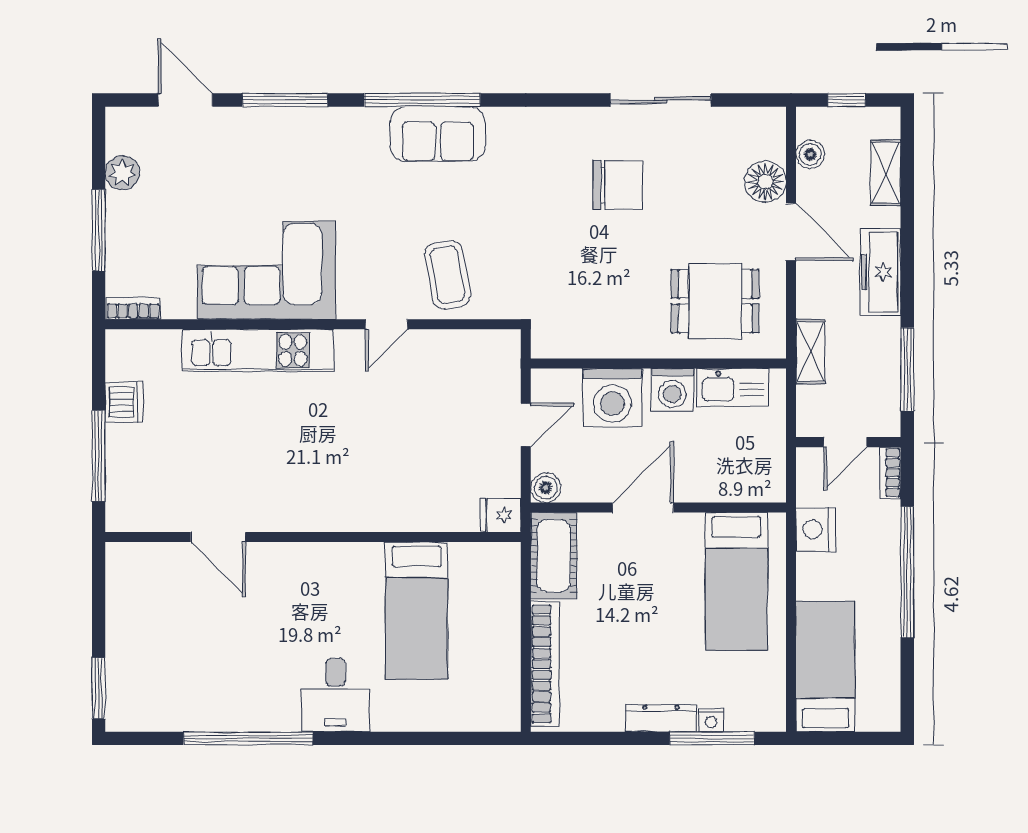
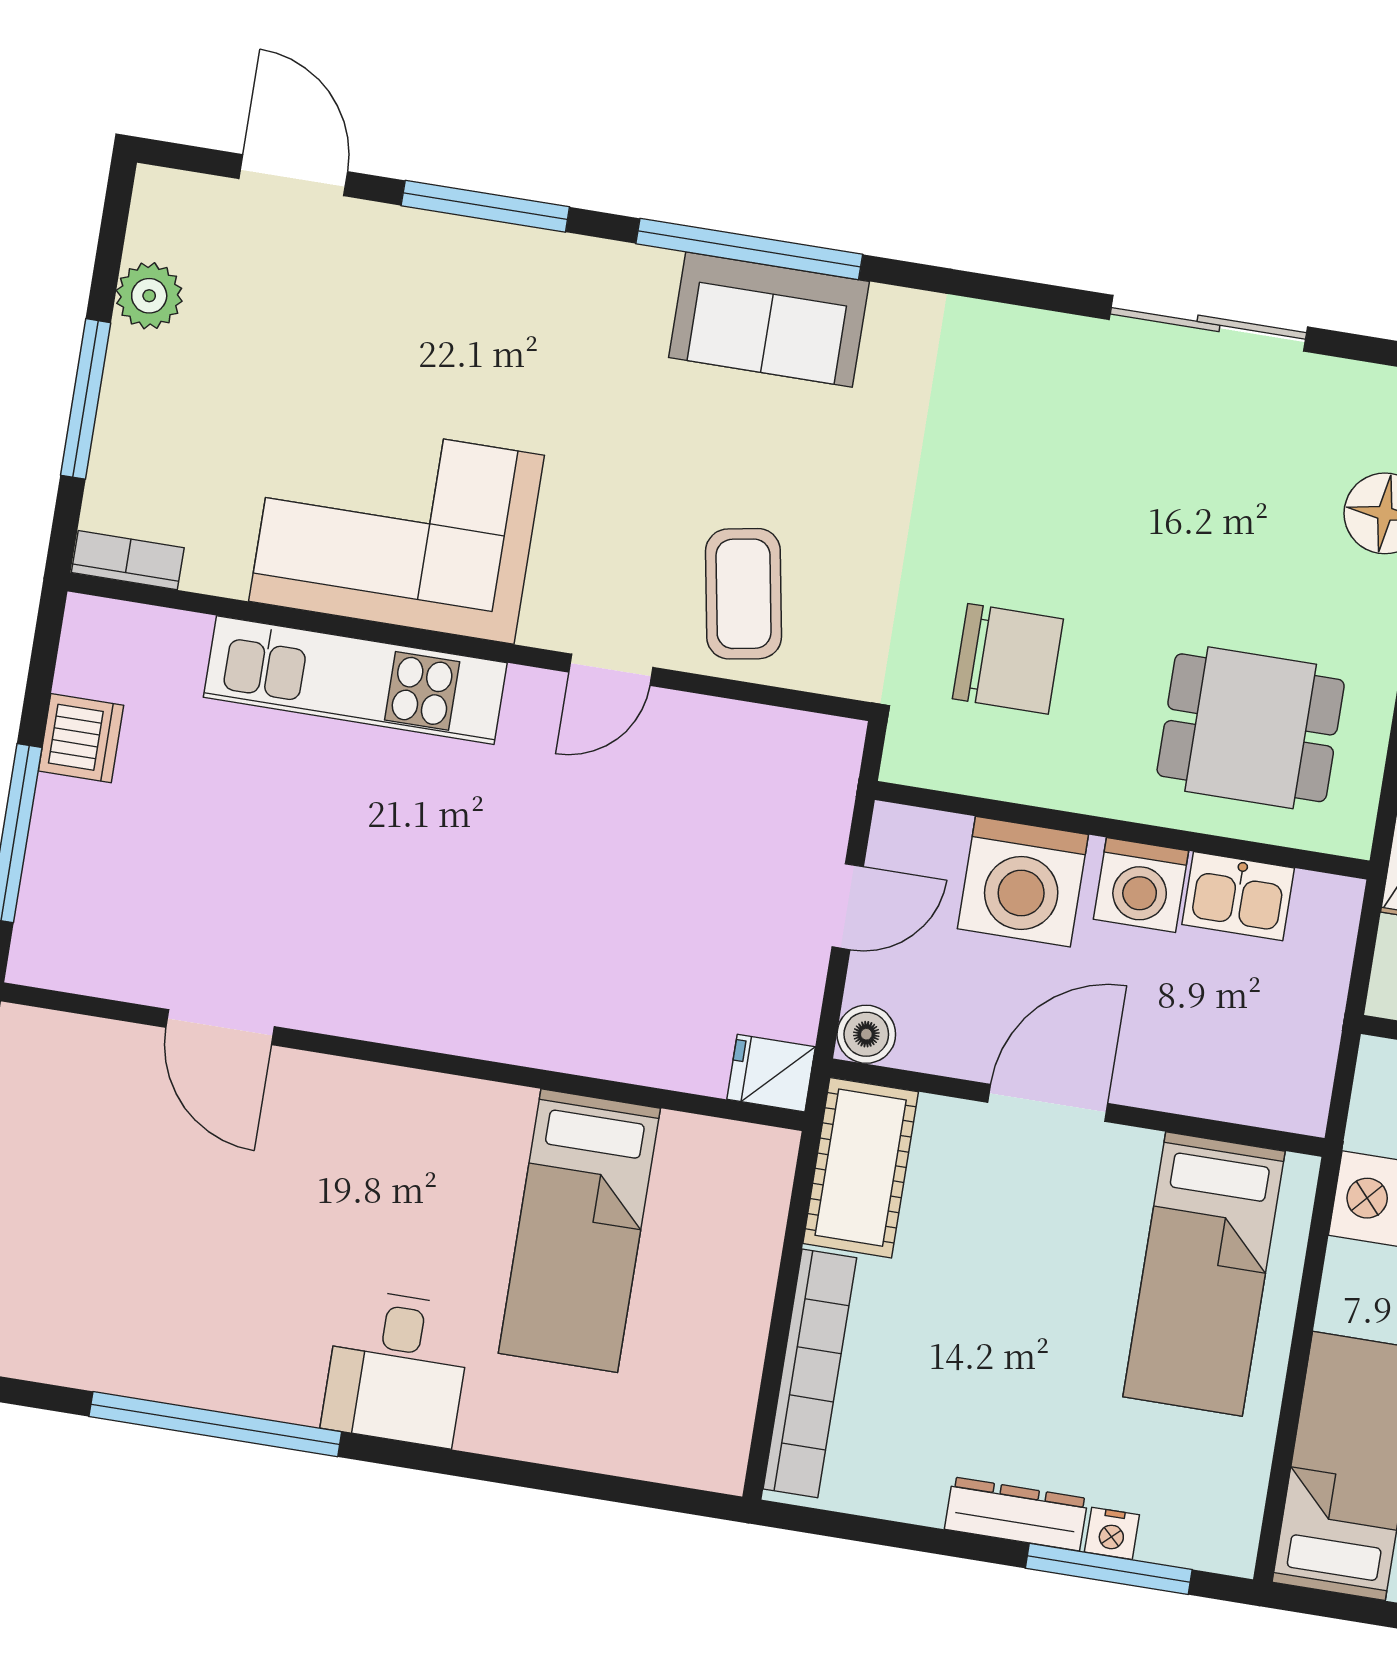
chair: (618, 185) -> (1008, 659), moved
kitchen sink: (732, 387) -> (1238, 896), width x0.73

